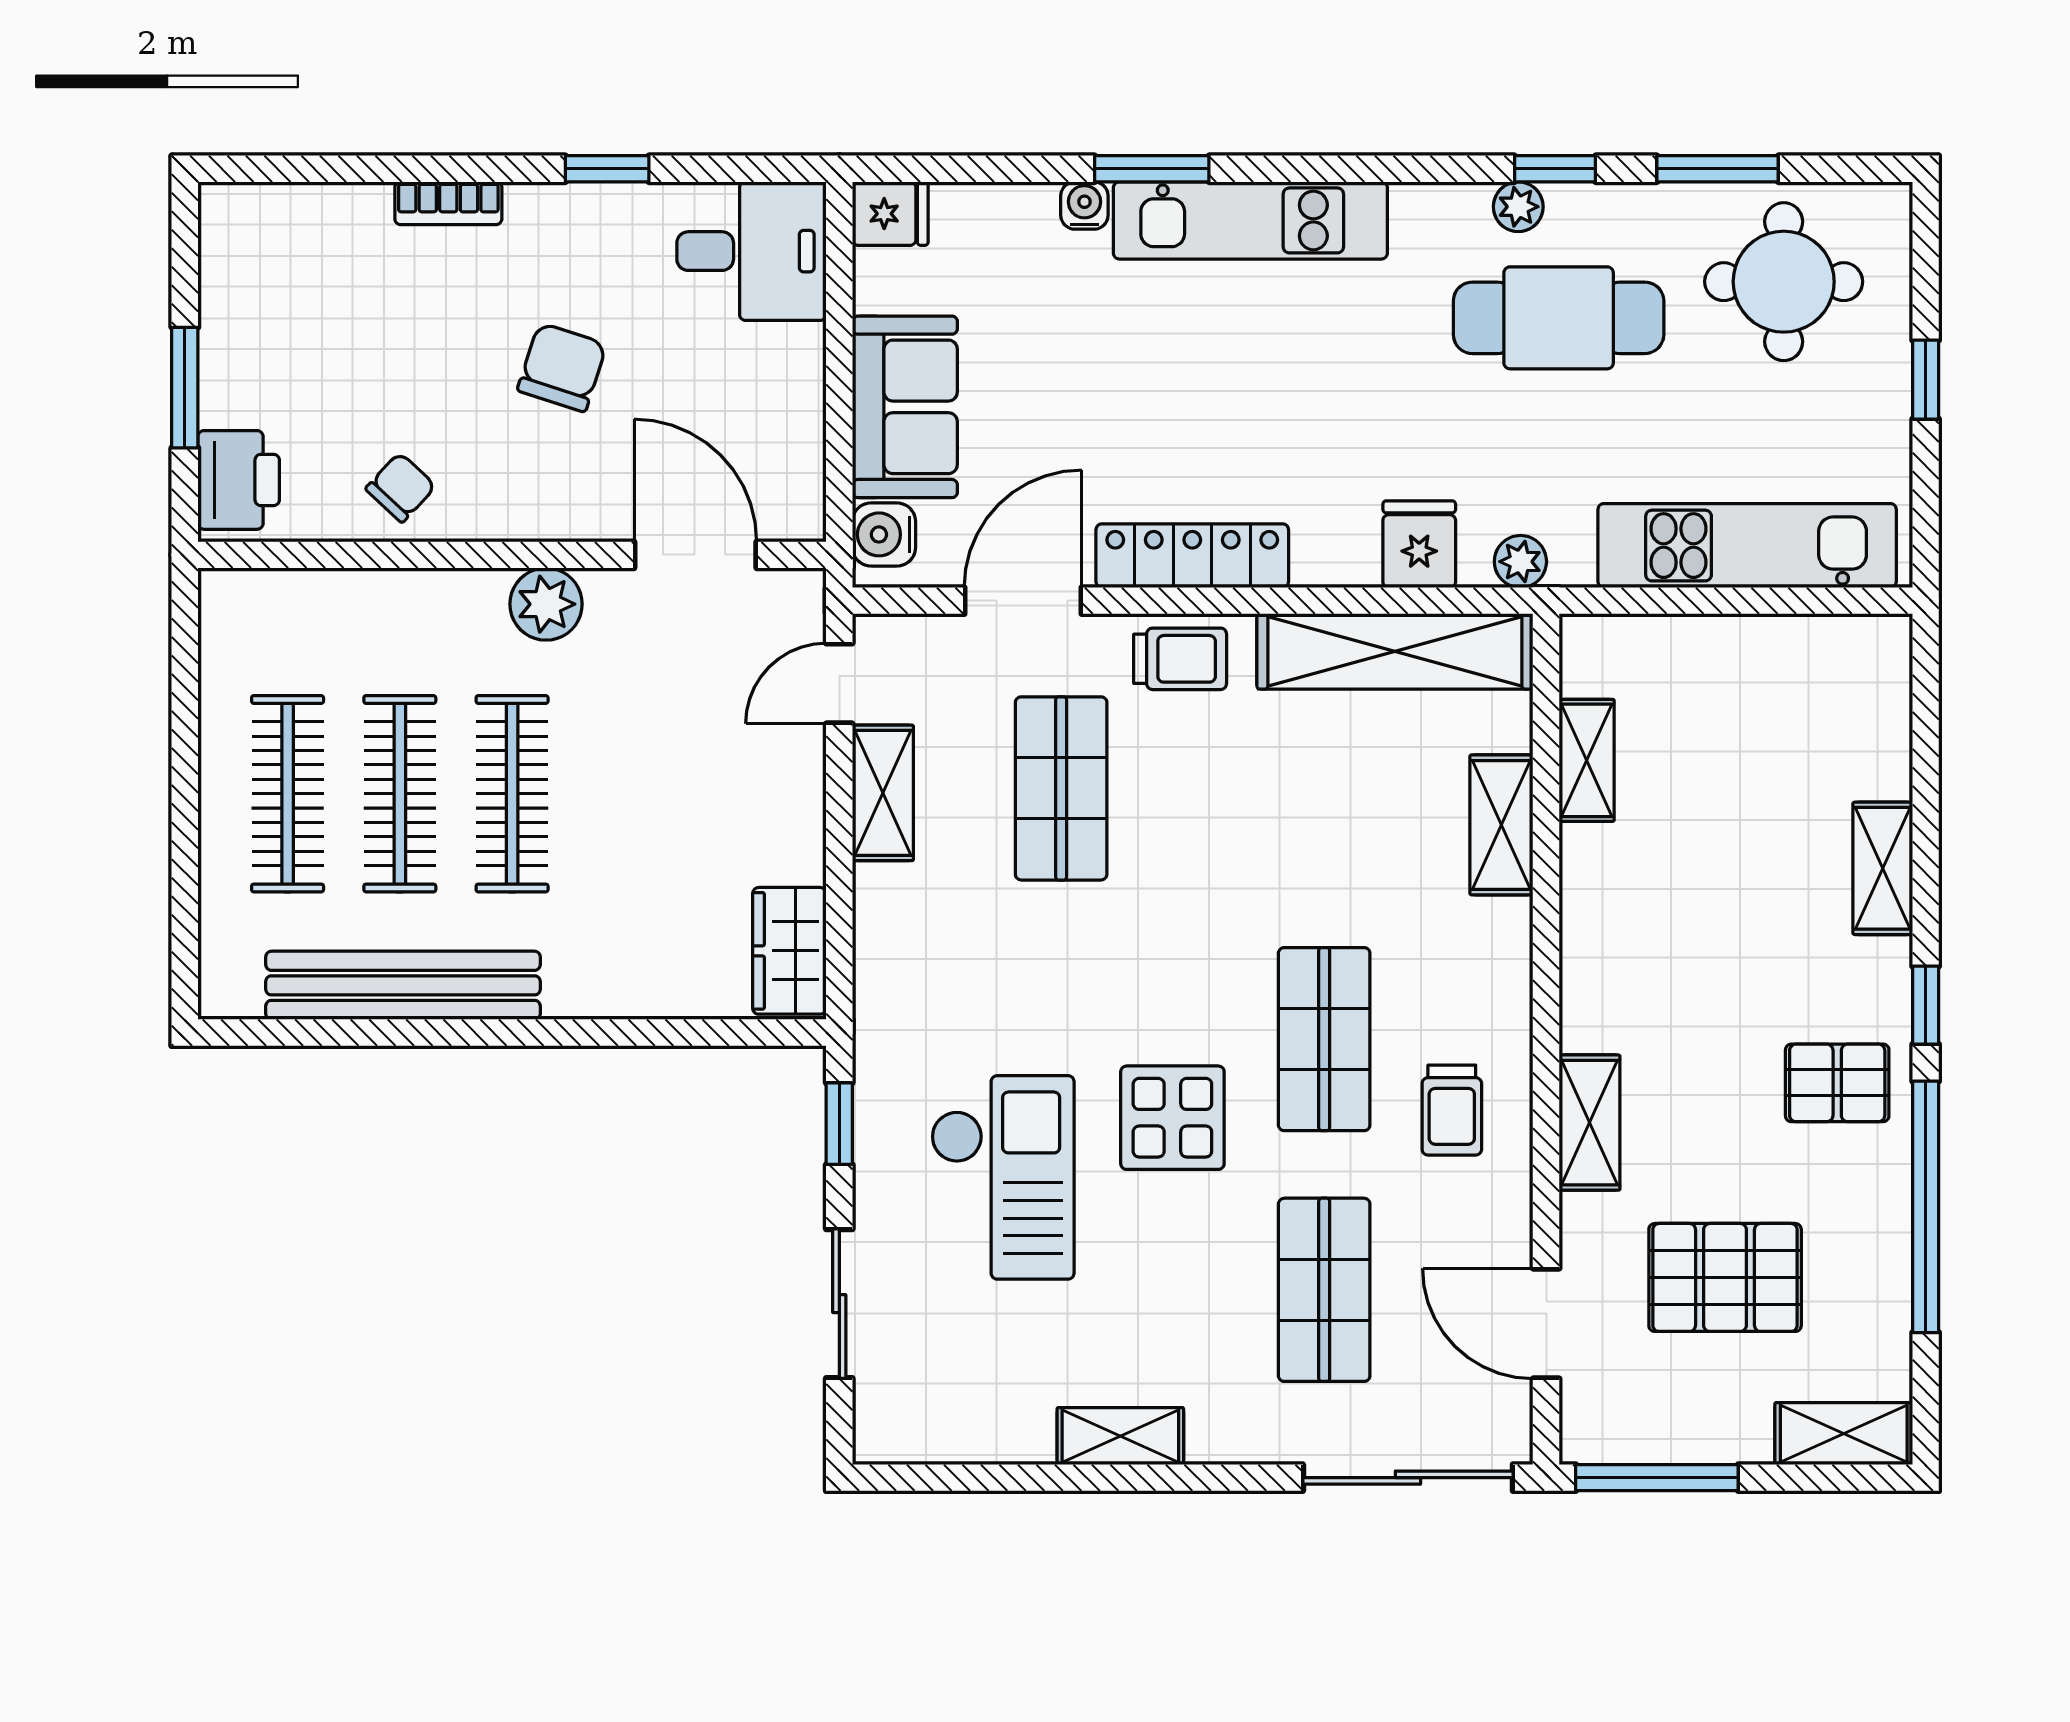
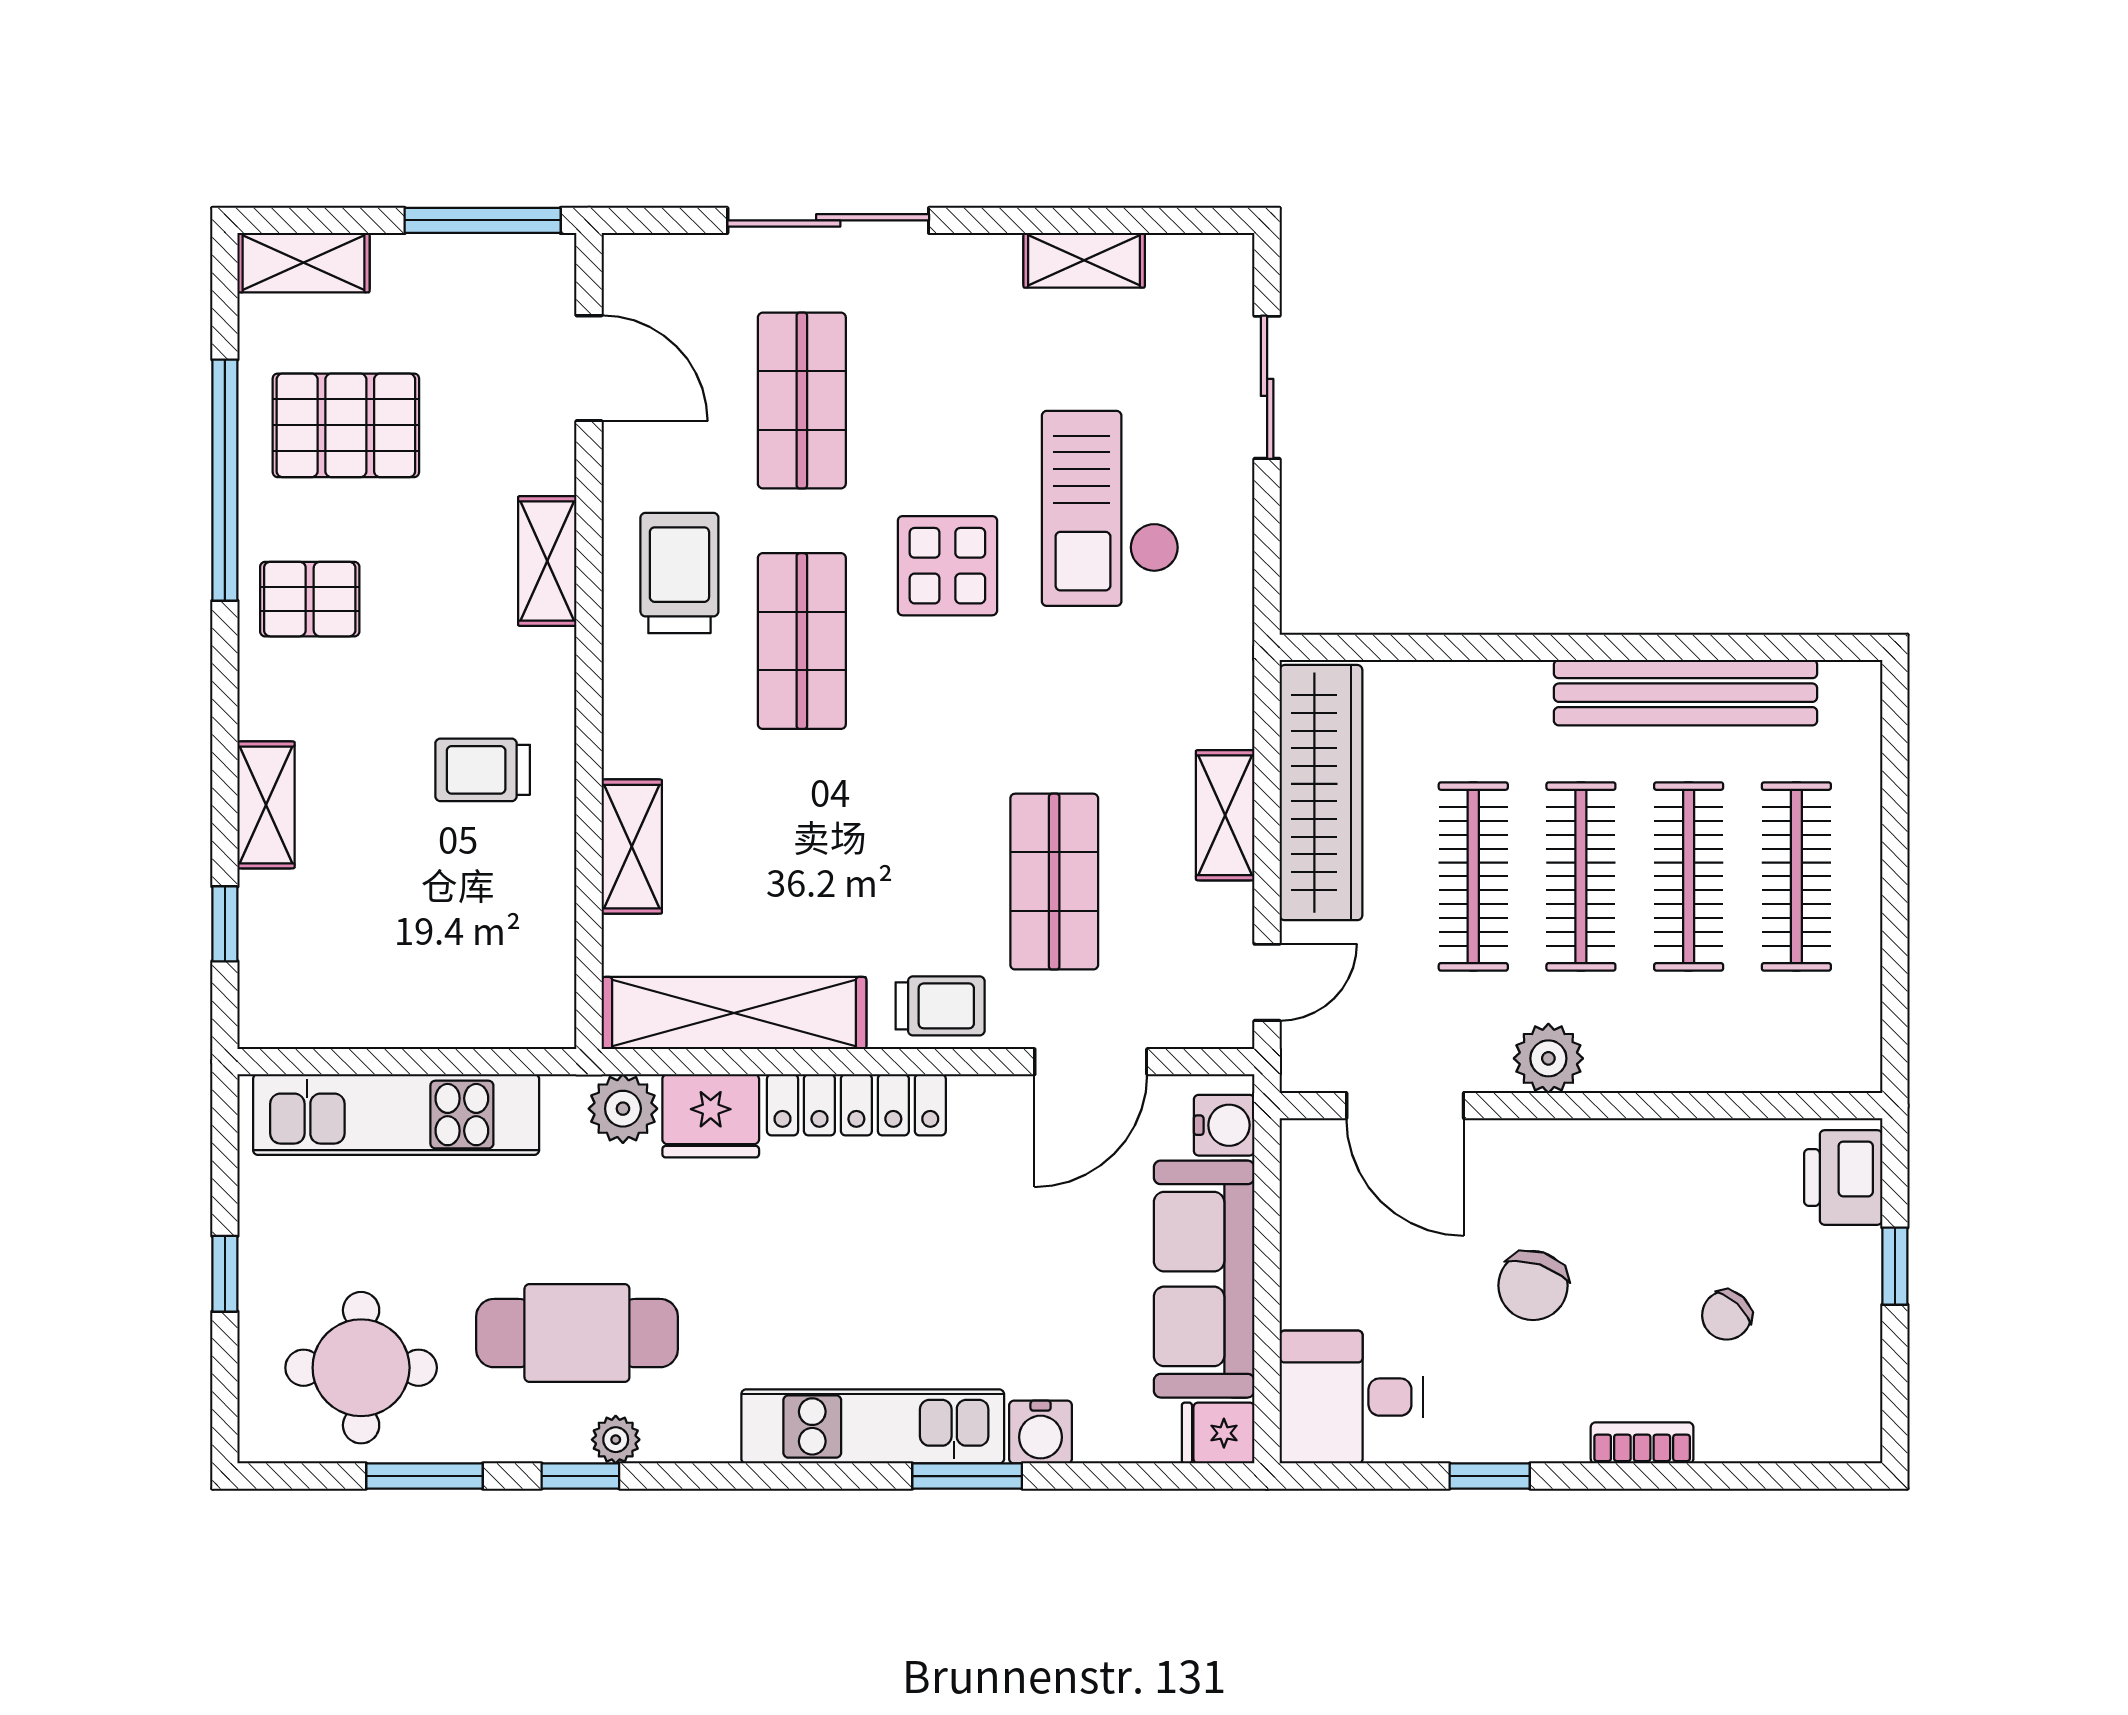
water cooler: (1084, 206) -> (1041, 1432), width x1.38, depth x1.38
window: (185, 388) -> (1895, 1266), width x0.67
sofa: (905, 407) -> (1204, 1279), width x1.36
chair: (401, 487) -> (1727, 1315), moved
fridge: (1419, 544) -> (711, 1116), width x1.38
locker: (1192, 556) -> (856, 1105), moved
plant: (1520, 562) -> (623, 1109), width x1.38, depth x1.38
trolley: (1180, 659) -> (940, 1006), turned 180
shelving: (1587, 760) -> (550, 909), removed
shelving: (883, 793) -> (1225, 815), moved
clothes rail: (624, 794) -> (1473, 876), added
trolley: (1657, 905) -> (483, 770), added
wardrobe: (789, 951) -> (1321, 793), width x2.10, depth x1.17
window: (1926, 1005) -> (225, 924), moved
trolley: (1452, 1110) -> (679, 573), width x1.36, depth x1.39
window: (839, 1124) -> (1267, 560), removed
pallet: (1725, 1277) -> (346, 425), moved
shelving: (1120, 1436) -> (1084, 260), moved
sliding door: (1408, 1478) -> (828, 220), moved

